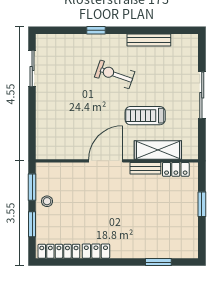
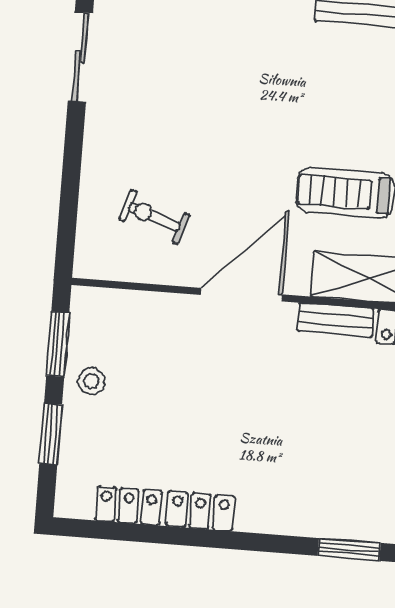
exercise bike: (115, 74) -> (154, 217), moved, width x0.73, depth x0.72
locker: (59, 251) -> (128, 506), width x0.66

